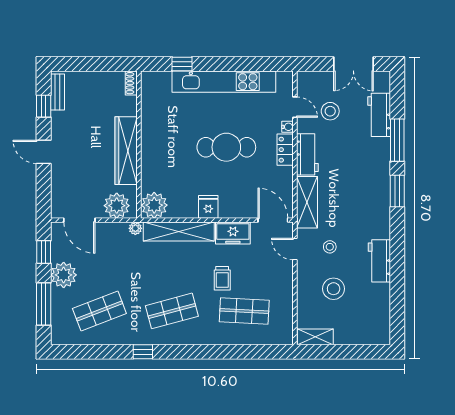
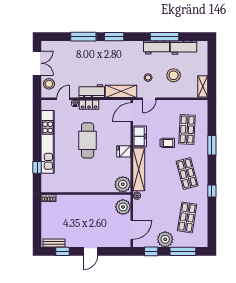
stool: (330, 111) -> (49, 84), moved
workbench: (379, 115) -> (184, 48), moved
wardrobe: (126, 151) -> (90, 201), removed
window: (397, 274) -> (164, 37), added
shop shelf: (99, 311) -> (187, 217), turned 30
window: (218, 352) -> (212, 145), added

